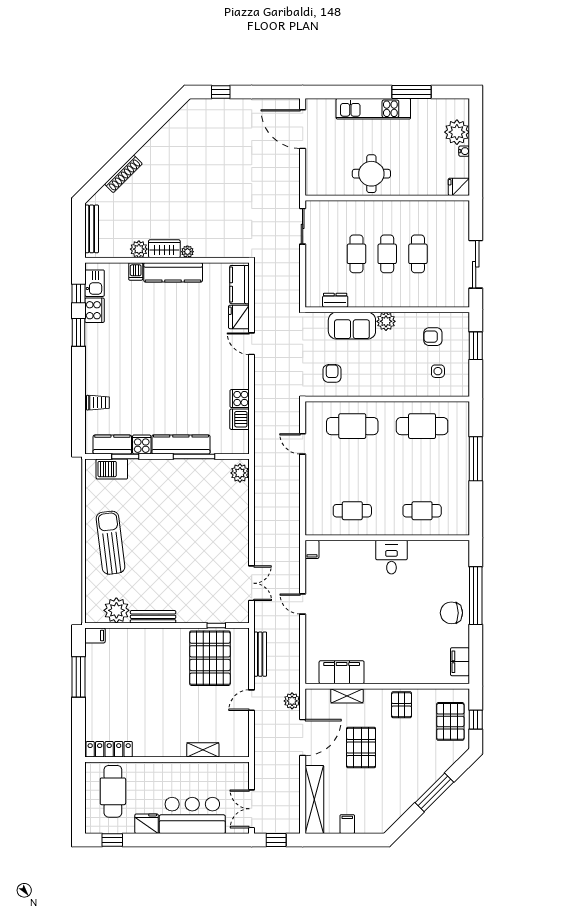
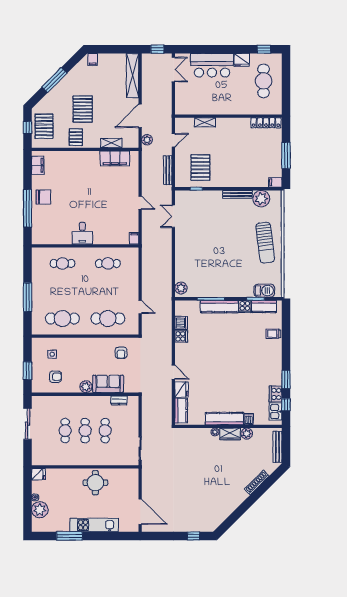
pallet: (210, 658) -> (200, 168), width x0.73, depth x0.71
pallet: (361, 747) -> (83, 109), moved
locker: (109, 749) -> (266, 123), moved
shelving: (203, 750) -> (205, 122), moved
wall: (167, 760) -> (228, 116), moved
filing cabinet: (347, 824) -> (93, 60), moved

